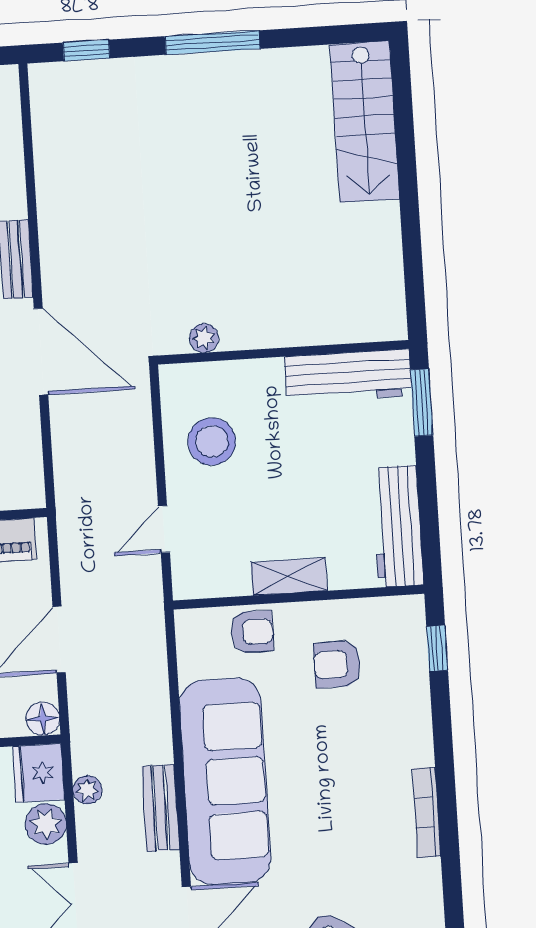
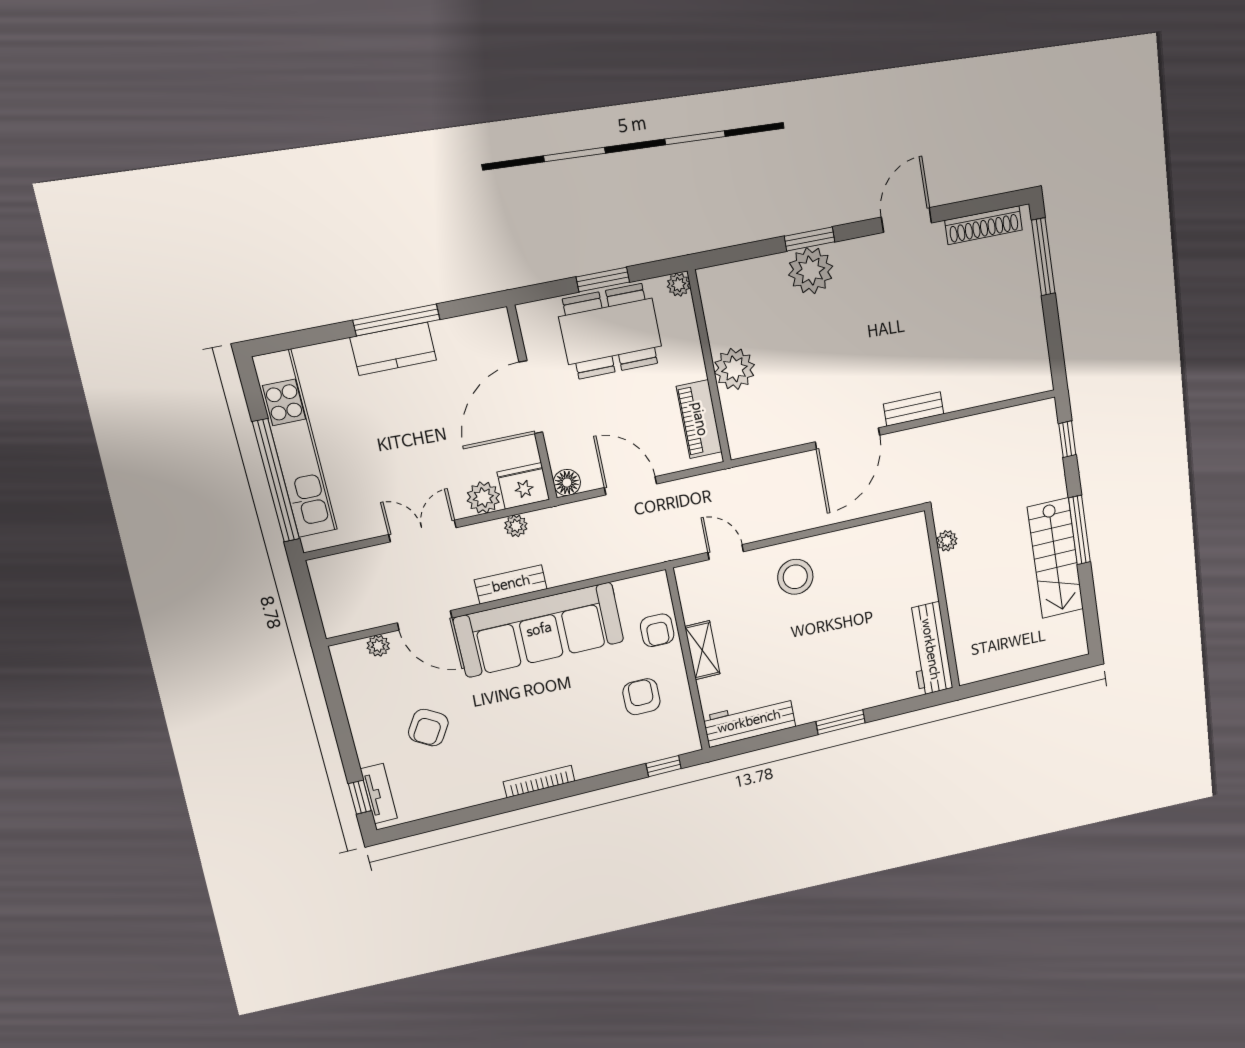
stairs: (365, 122) -> (1055, 558), moved, turned -90
plant: (204, 338) -> (947, 541), moved
wall: (283, 352) -> (942, 600), moved
workbench: (348, 376) -> (930, 649), moved

